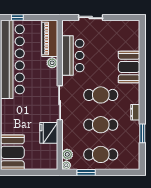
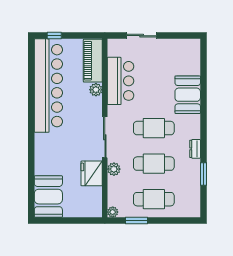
plant: (67, 154) -> (114, 169), moved

